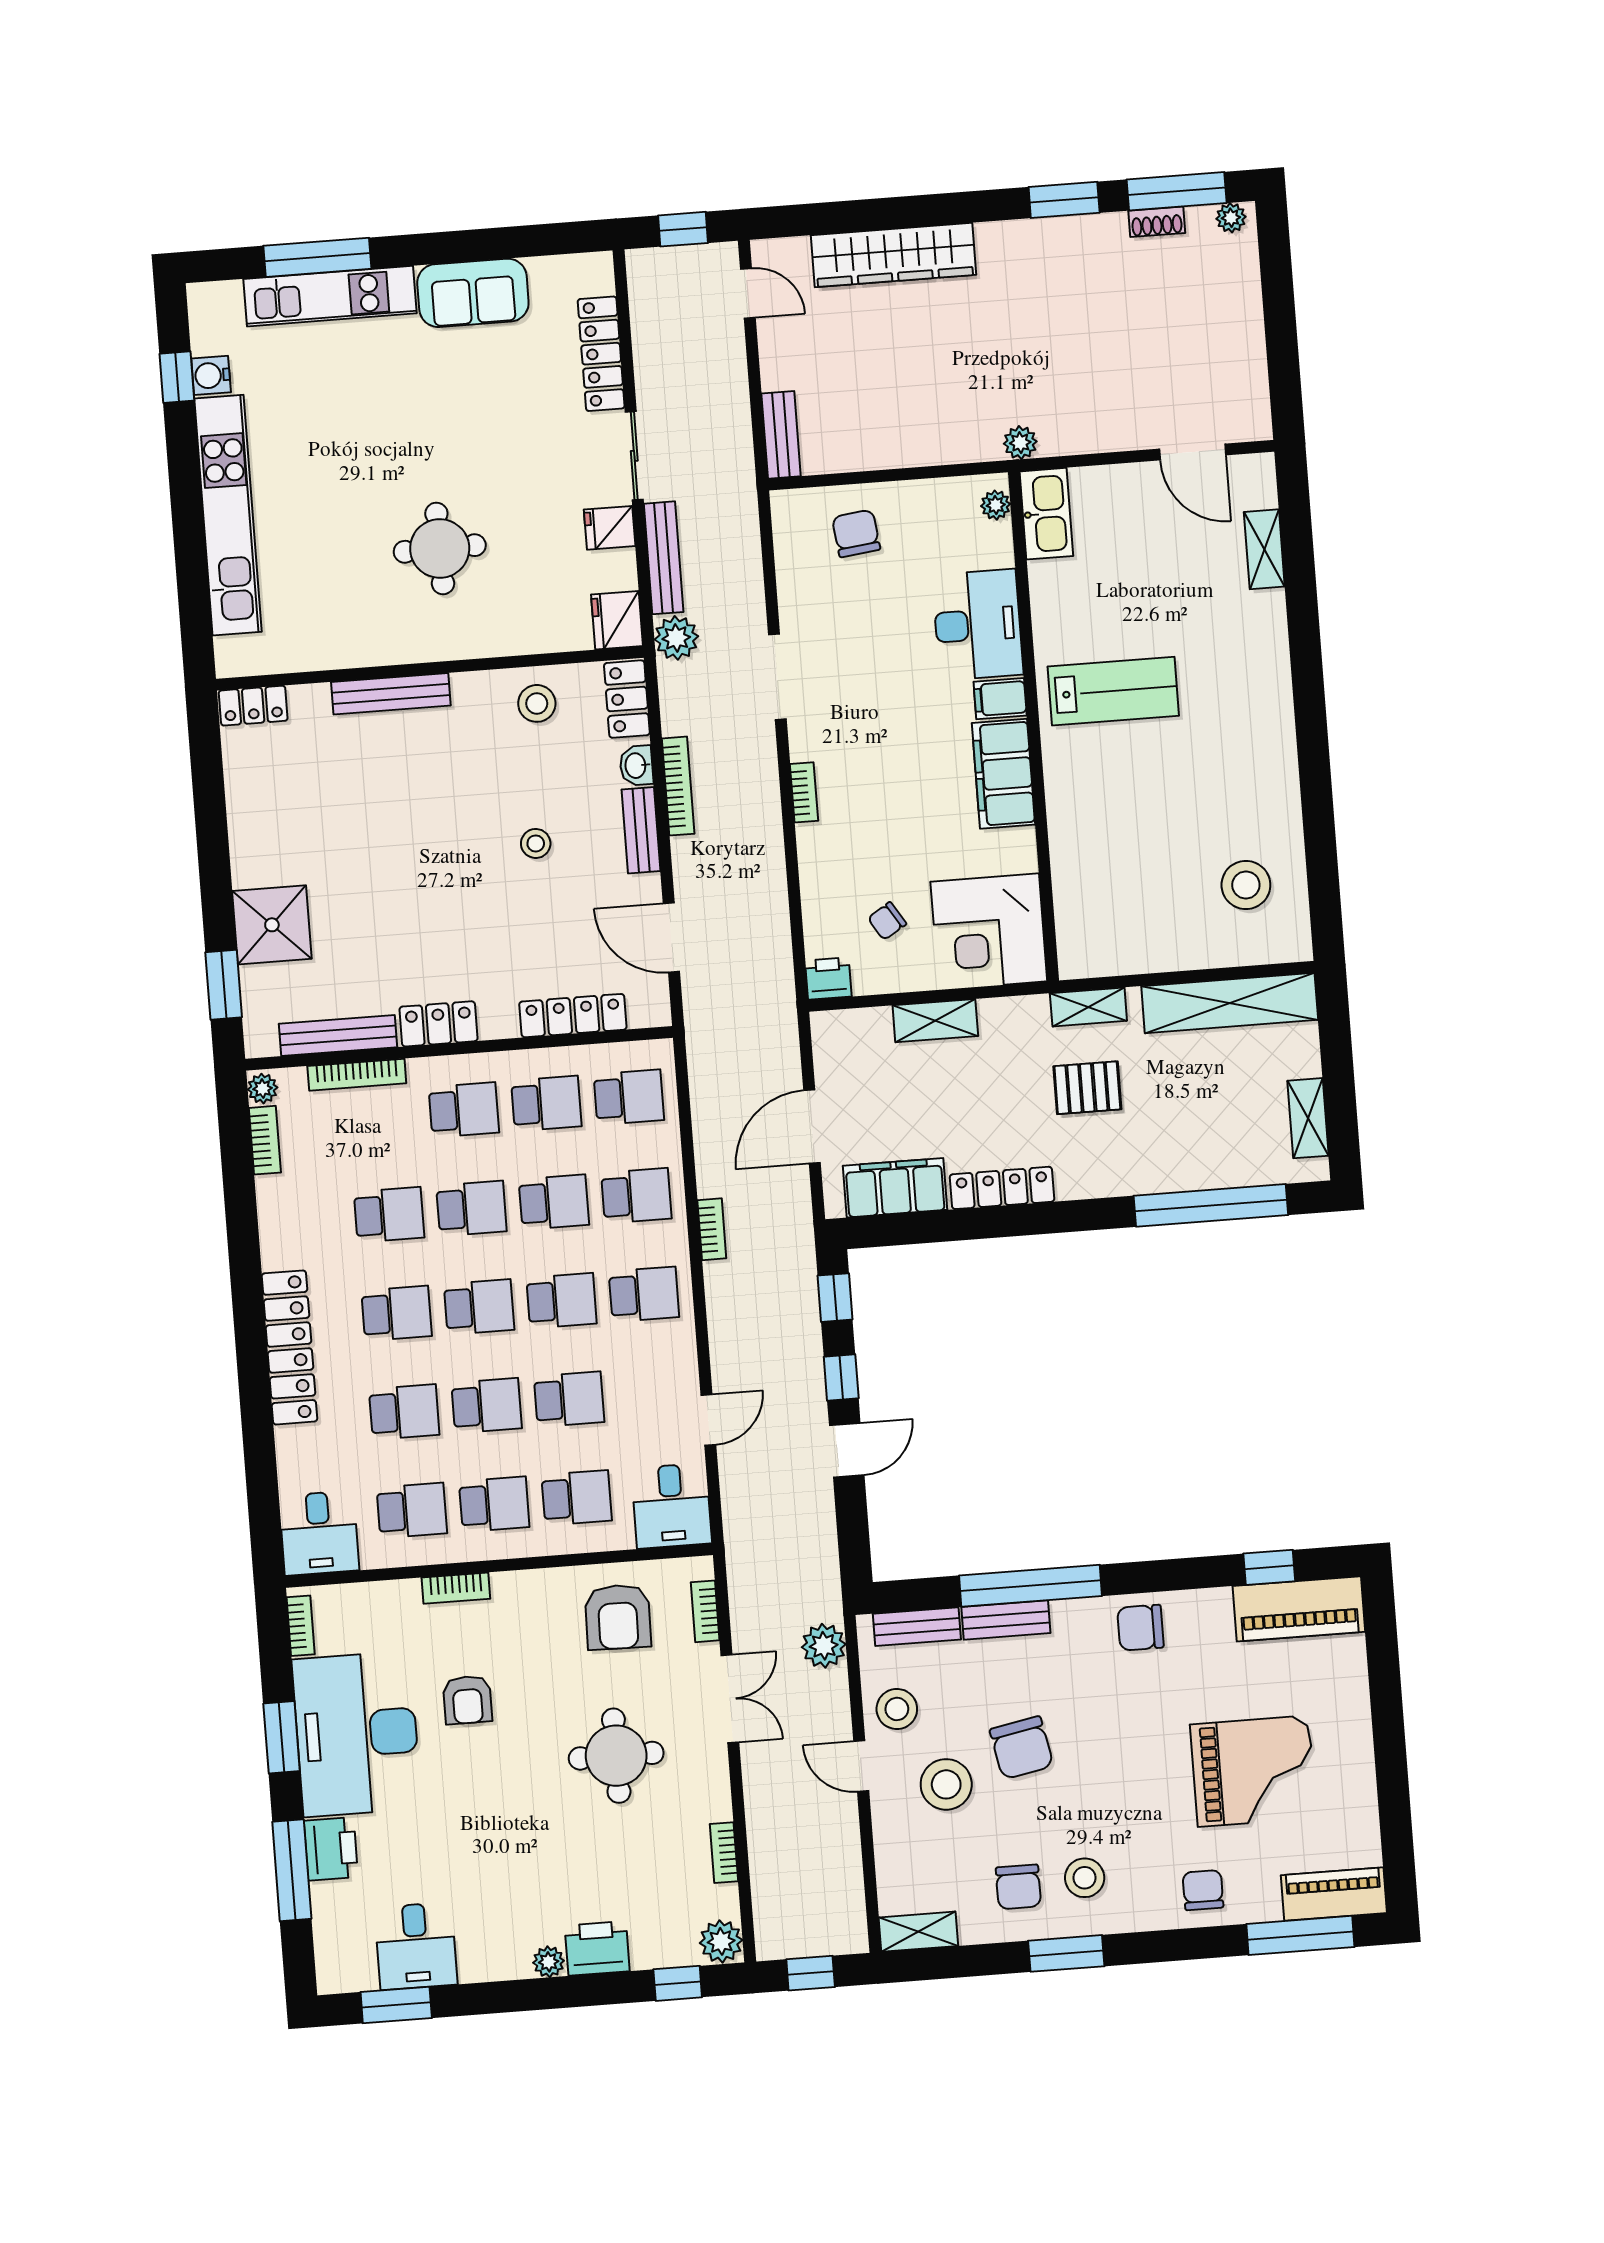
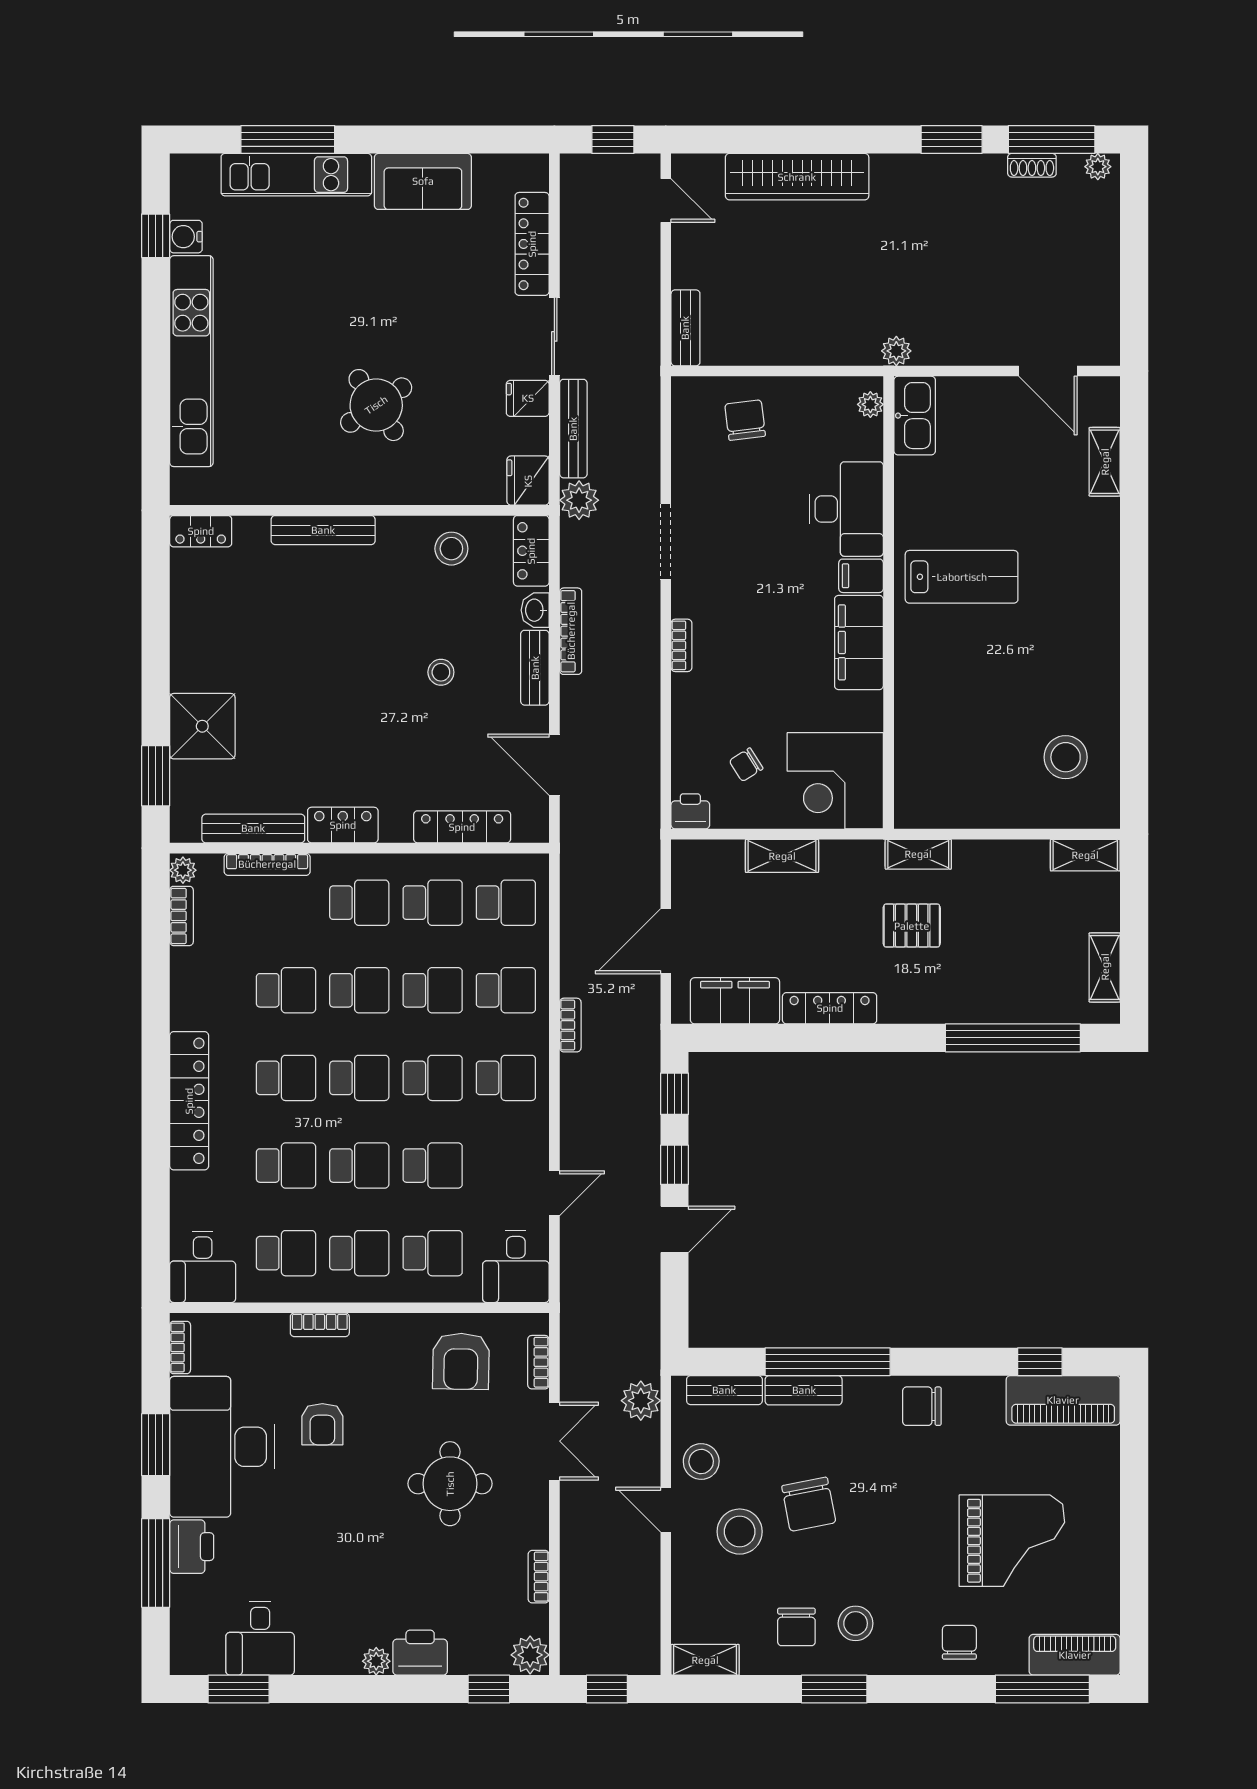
round table: (440, 548) -> (376, 405), turned -33
shelving: (1230, 1003) -> (1085, 855), width x0.45, depth x0.75

